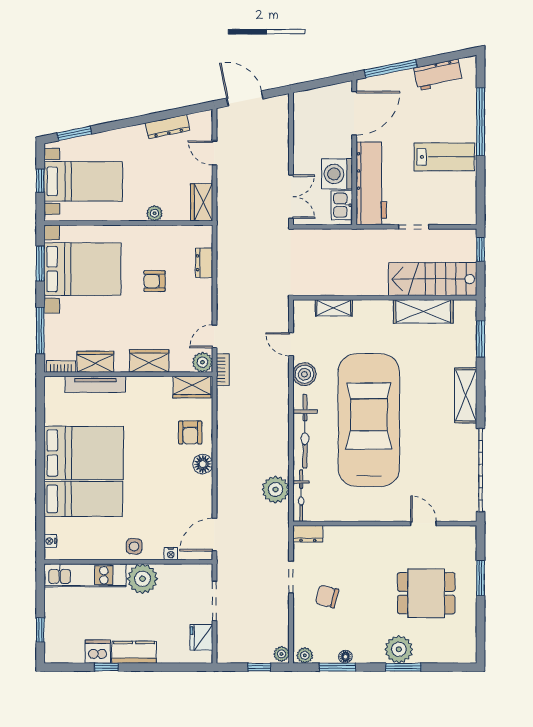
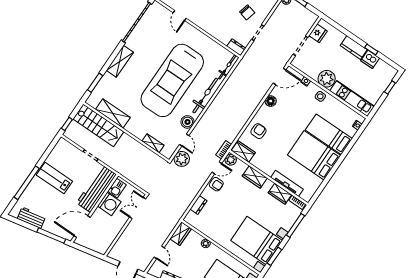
armchair: (155, 281) -> (216, 184), moved
floor lamp: (203, 464) -> (271, 101), moved
plant: (276, 489) -> (182, 159), moved

